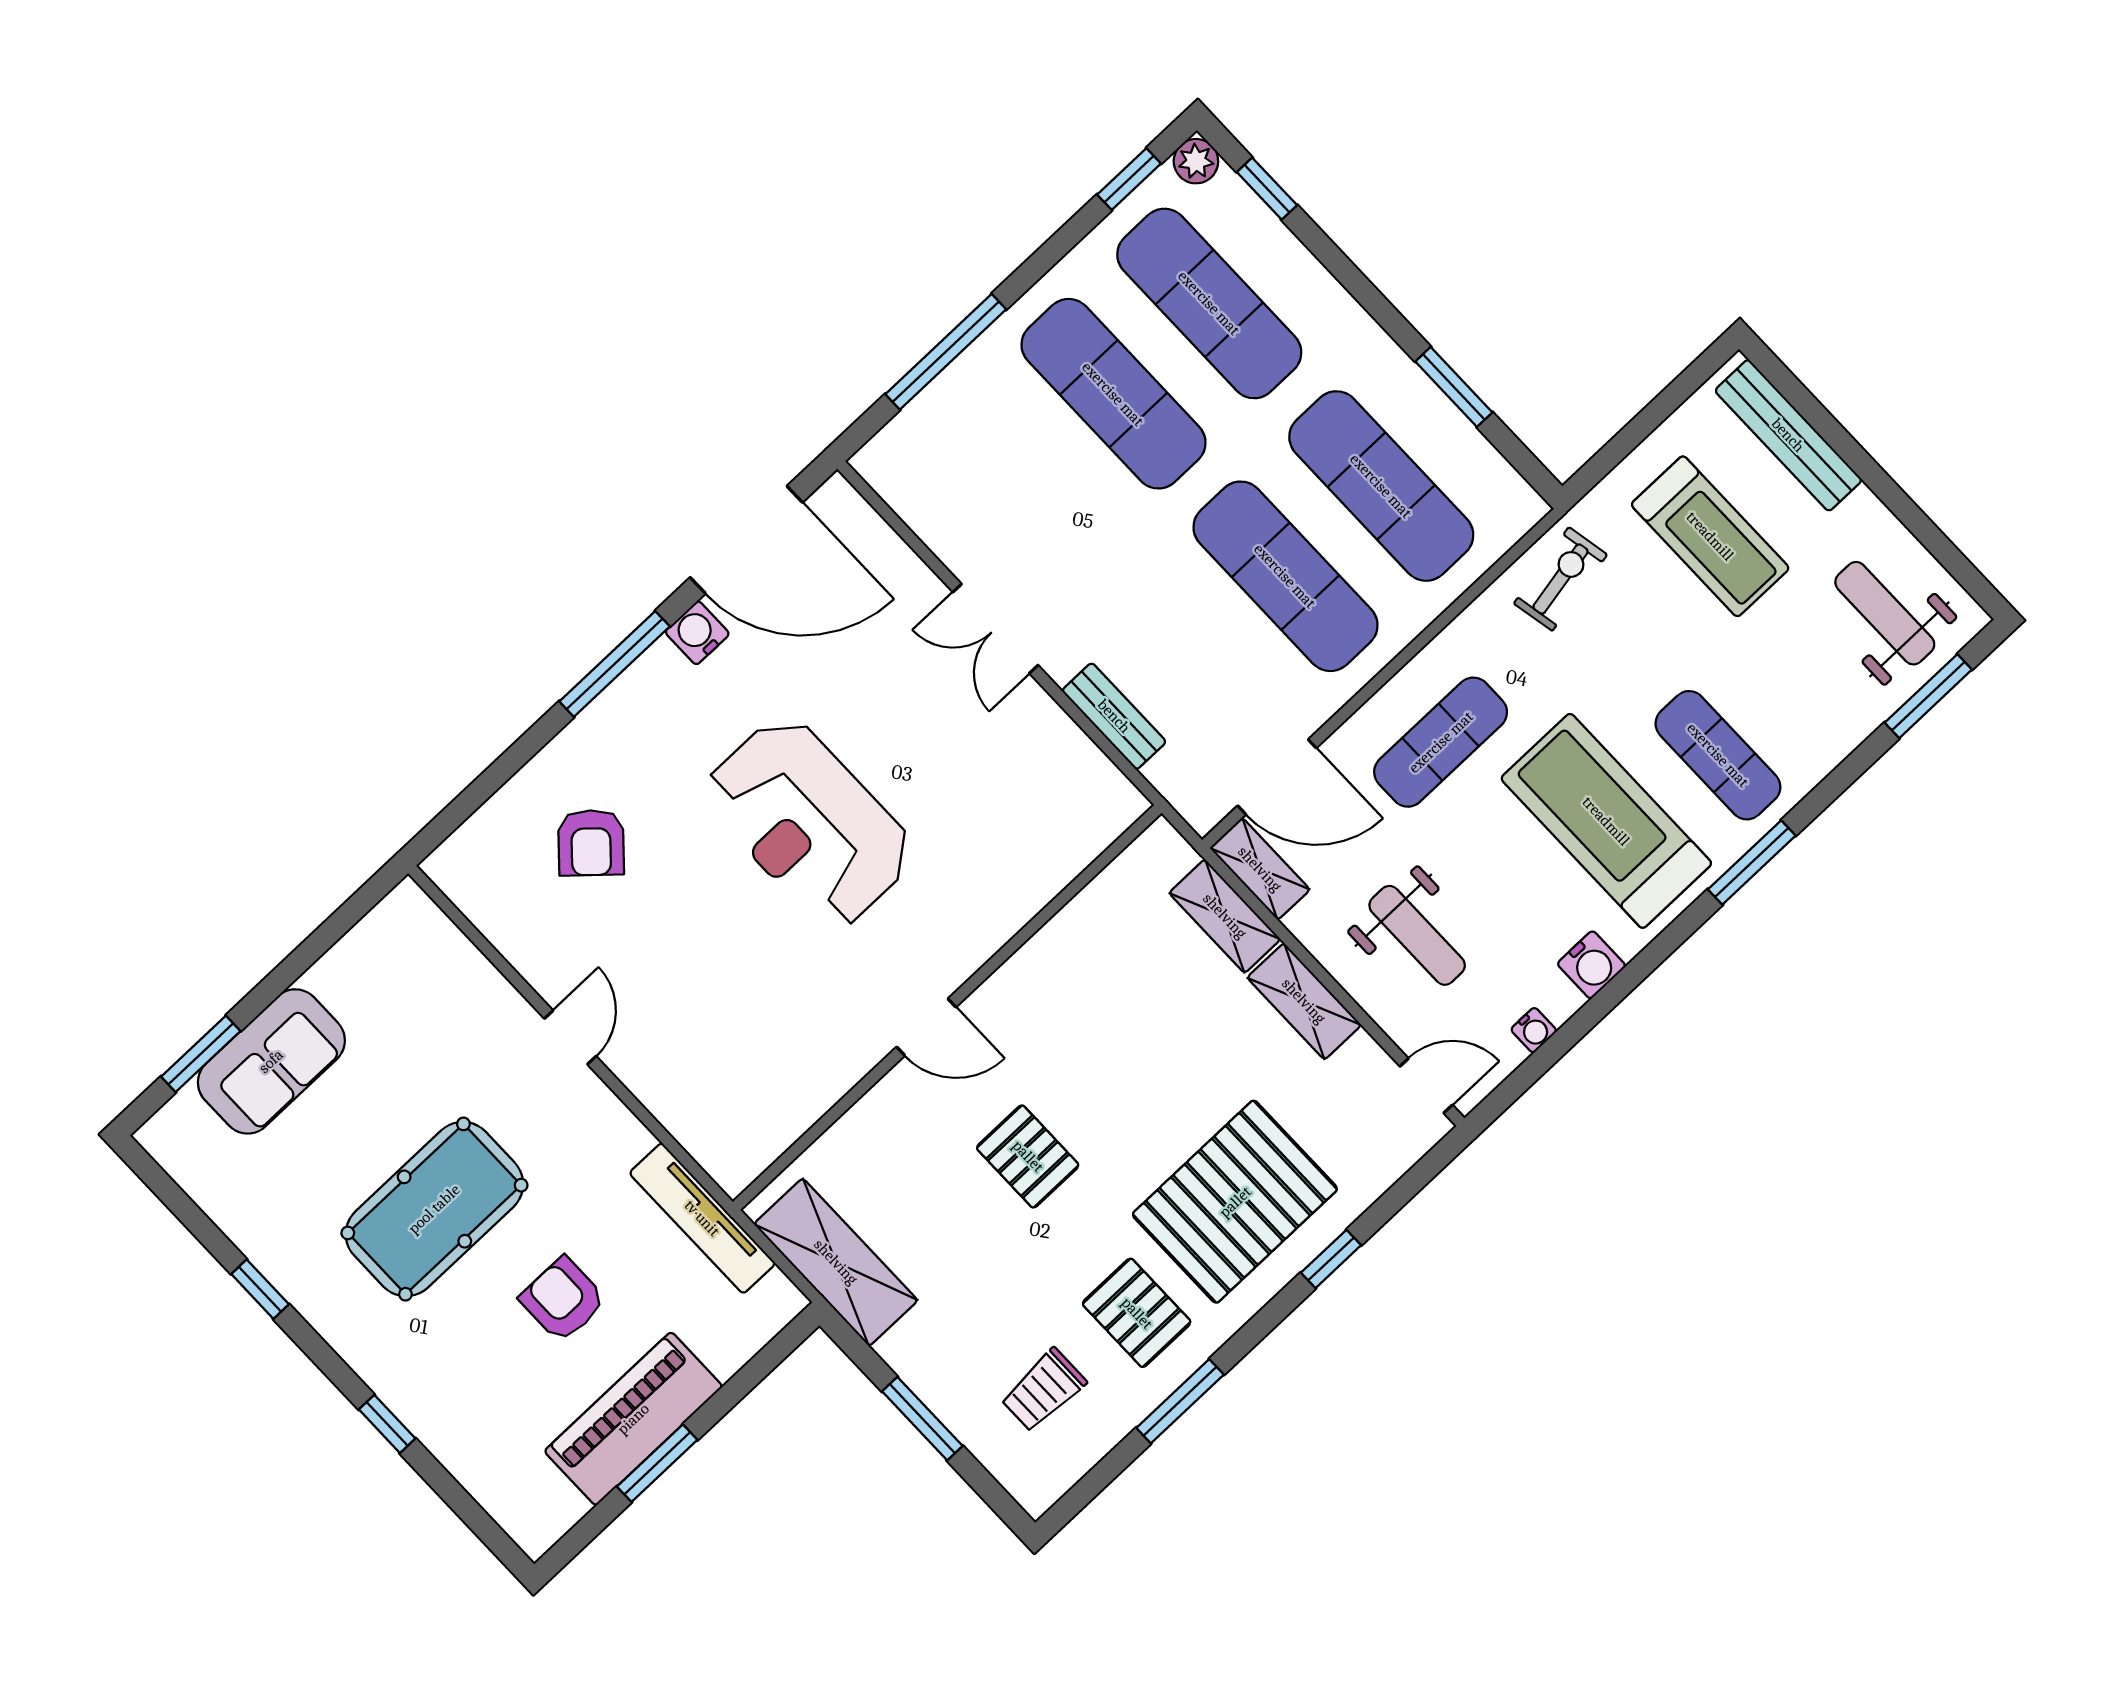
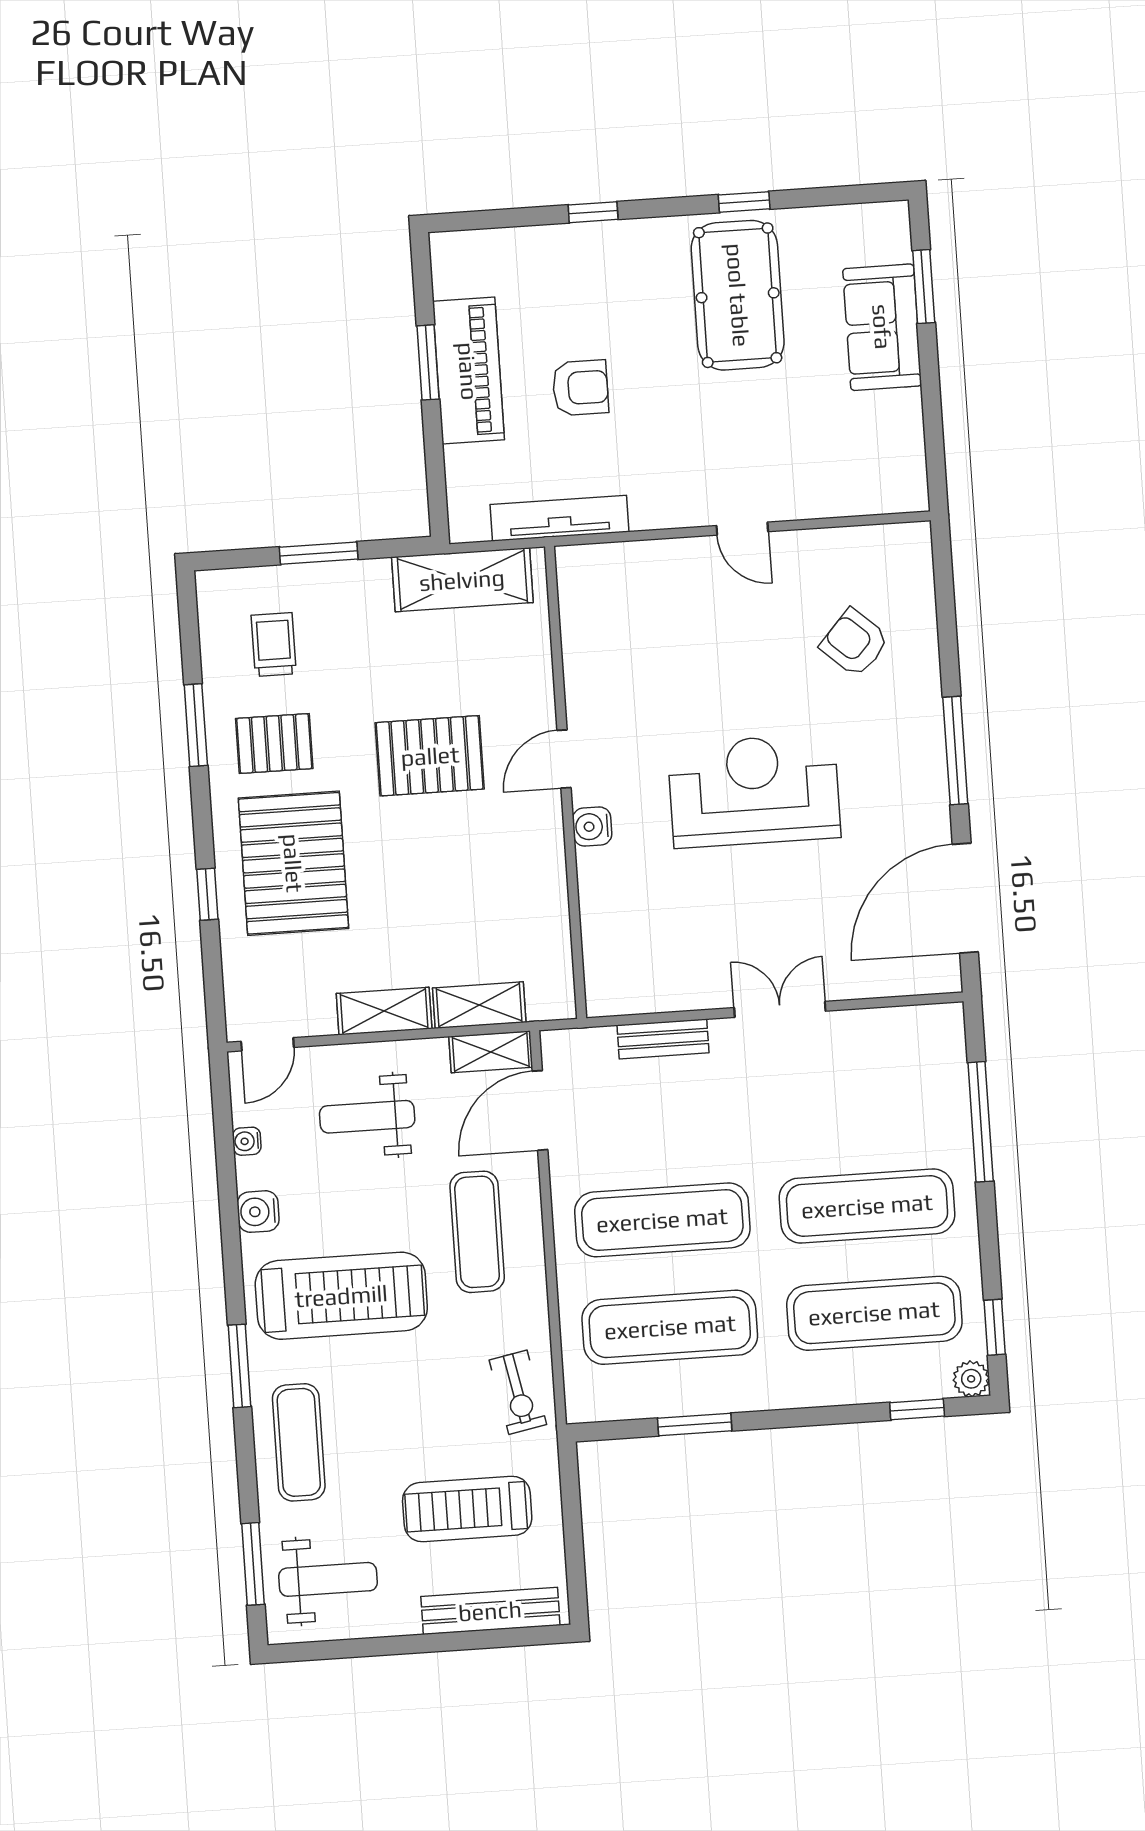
water cooler: (697, 633) -> (592, 827), moved, turned 180
exercise mat: (1718, 755) -> (299, 1442), moved, turned 90
pallet: (1028, 1156) -> (430, 756), width x1.50, depth x1.42
pool table: (434, 1209) -> (738, 295), moved

